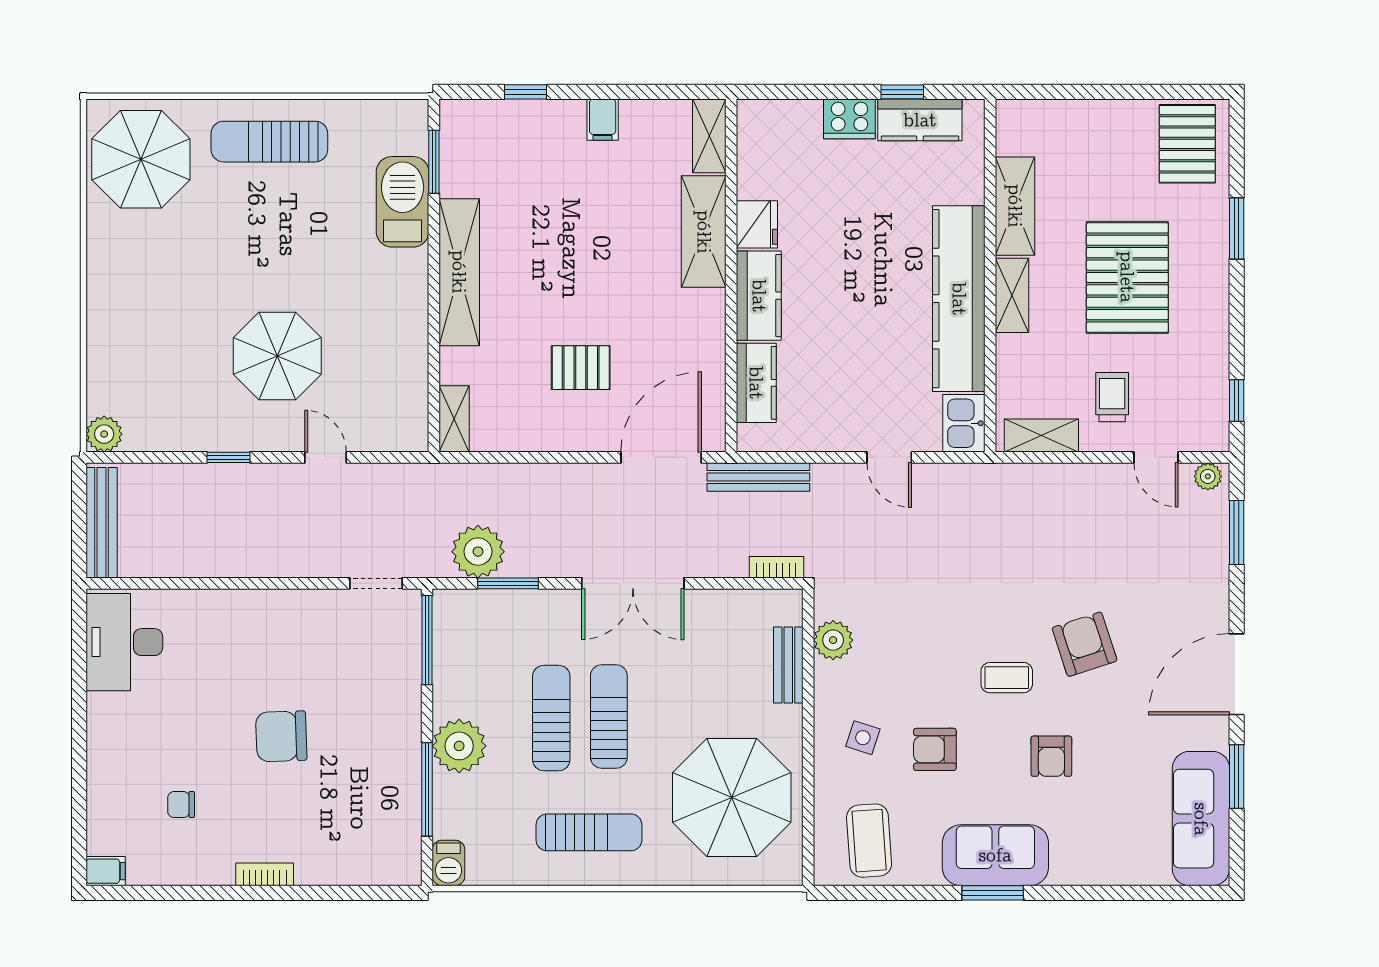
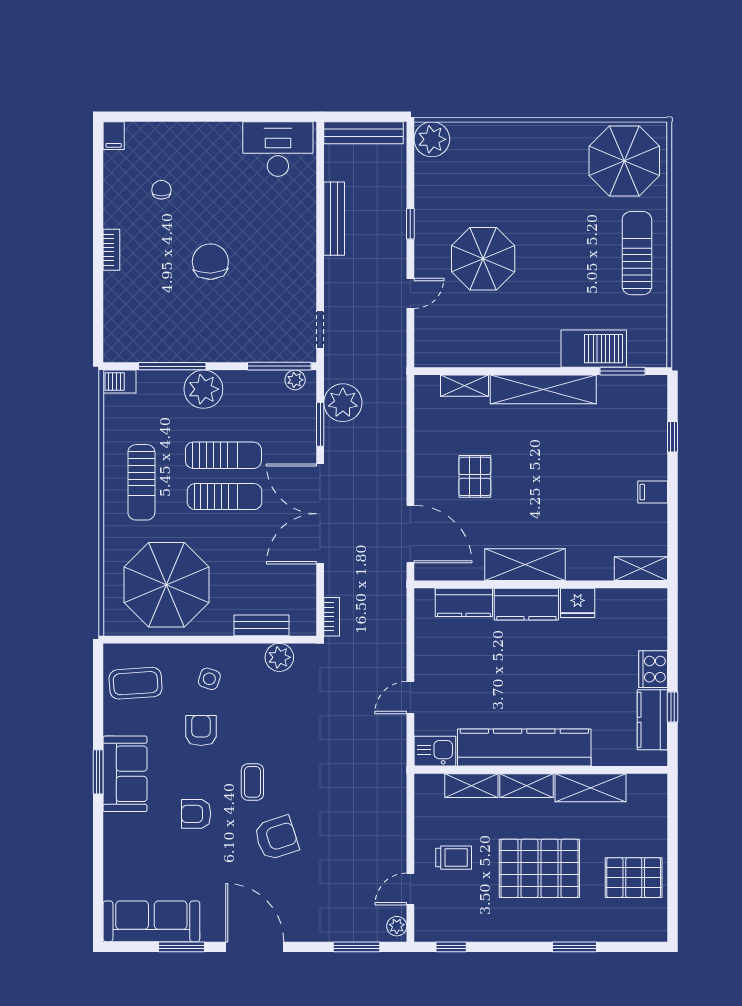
pallet: (1187, 144) -> (634, 878), moved
shelving: (704, 232) -> (525, 565), moved
shelving: (454, 419) -> (464, 386), moved
plant: (104, 434) -> (432, 139), width x1.36, depth x1.36
shelving: (1041, 436) -> (471, 786), moved, turned 90
bench: (758, 477) -> (334, 219), moved
double door: (633, 583) -> (320, 514), width x1.36
plant: (446, 618) -> (295, 380), added

